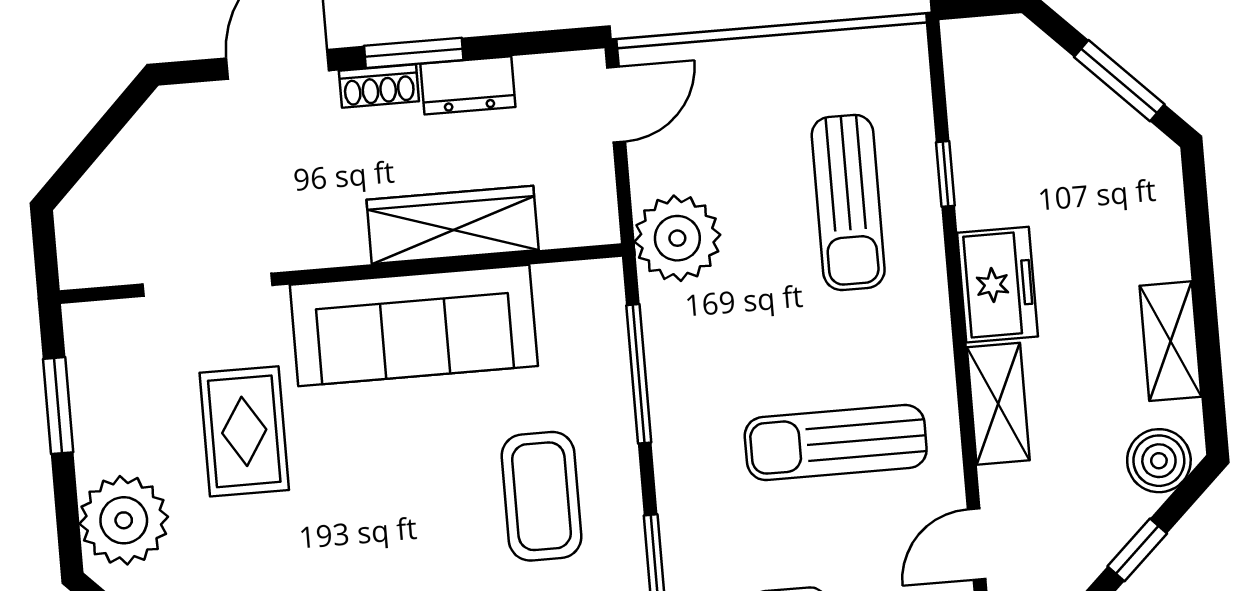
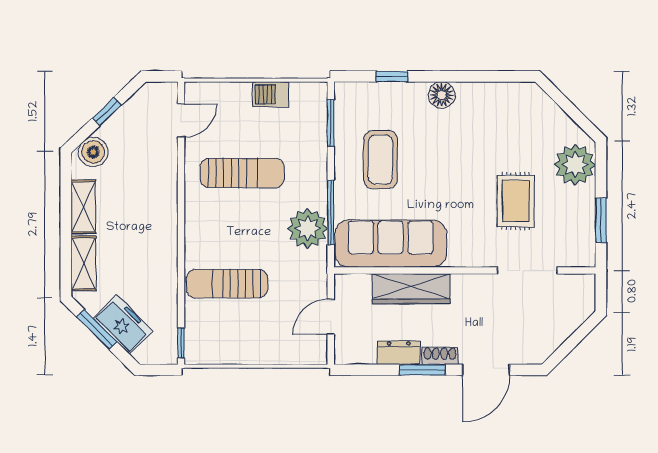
door: (616, 104) -> (331, 317), moved
window: (945, 174) -> (181, 343), moved
sun lounger: (848, 202) -> (227, 284), turned -90
plant: (677, 238) -> (308, 228), moved
freezer: (998, 285) -> (123, 325), moved, turned 135
sofa: (414, 325) -> (391, 244), moved
shelving: (998, 404) -> (83, 263), moved

